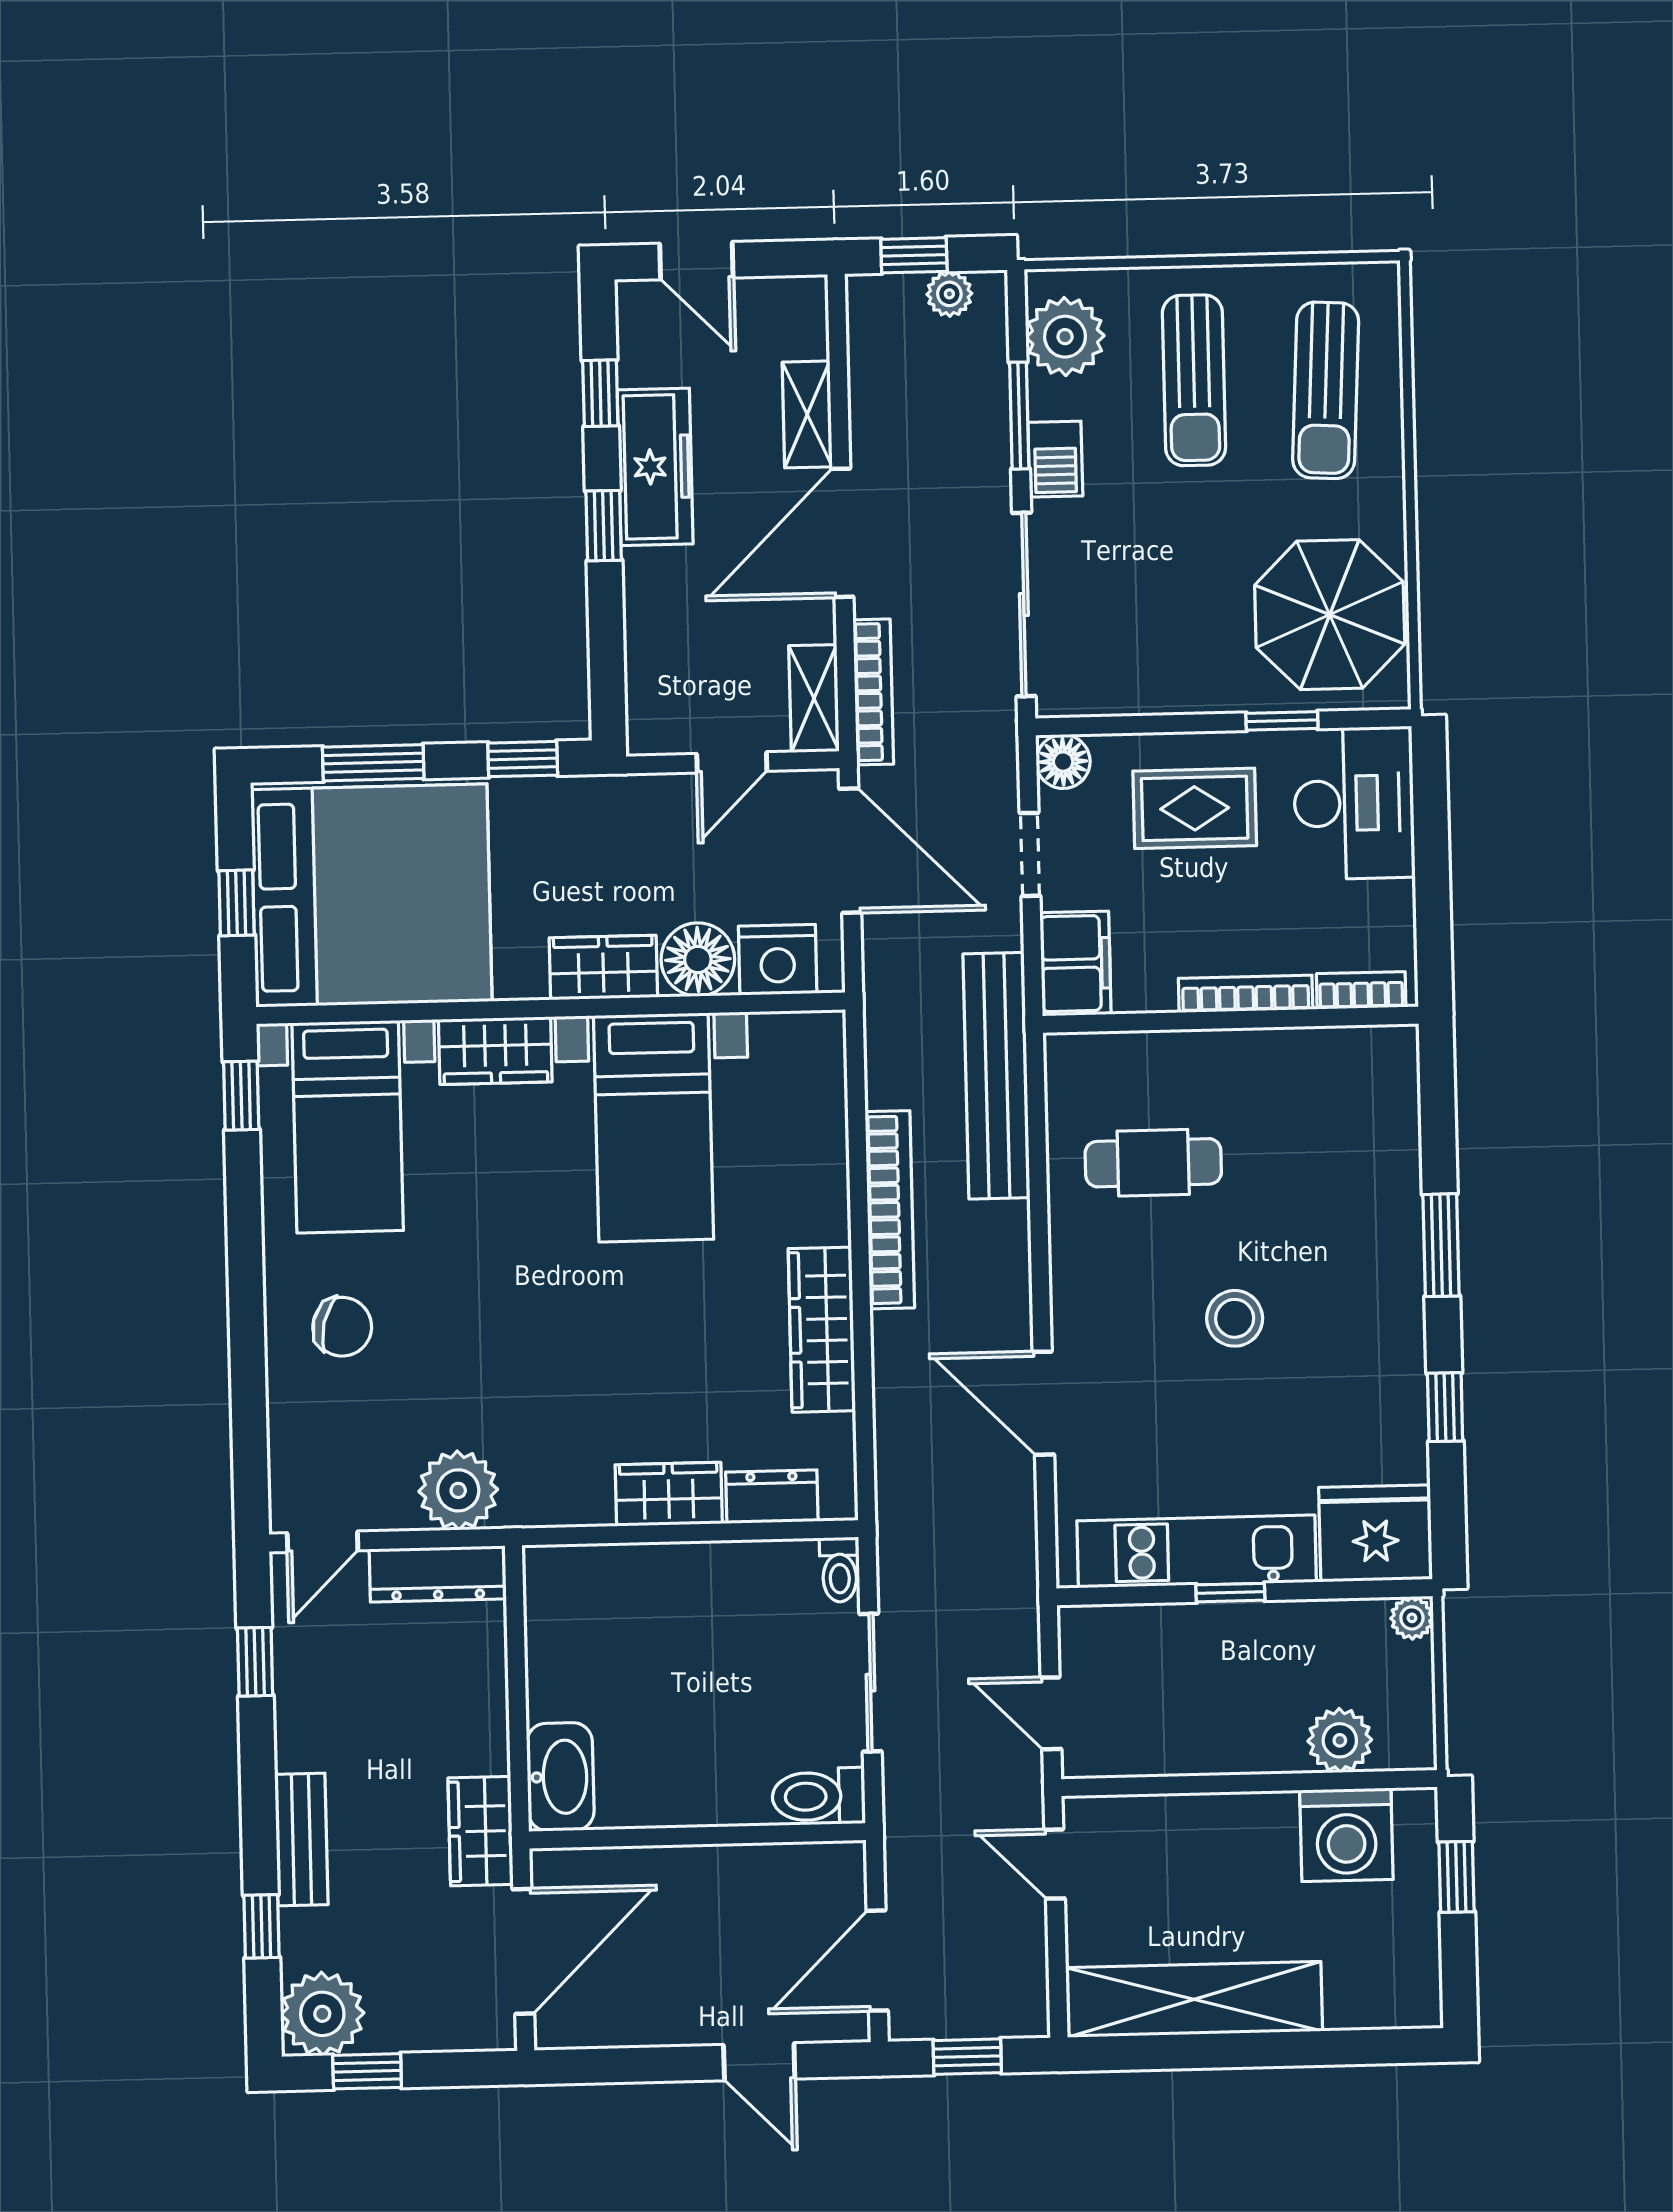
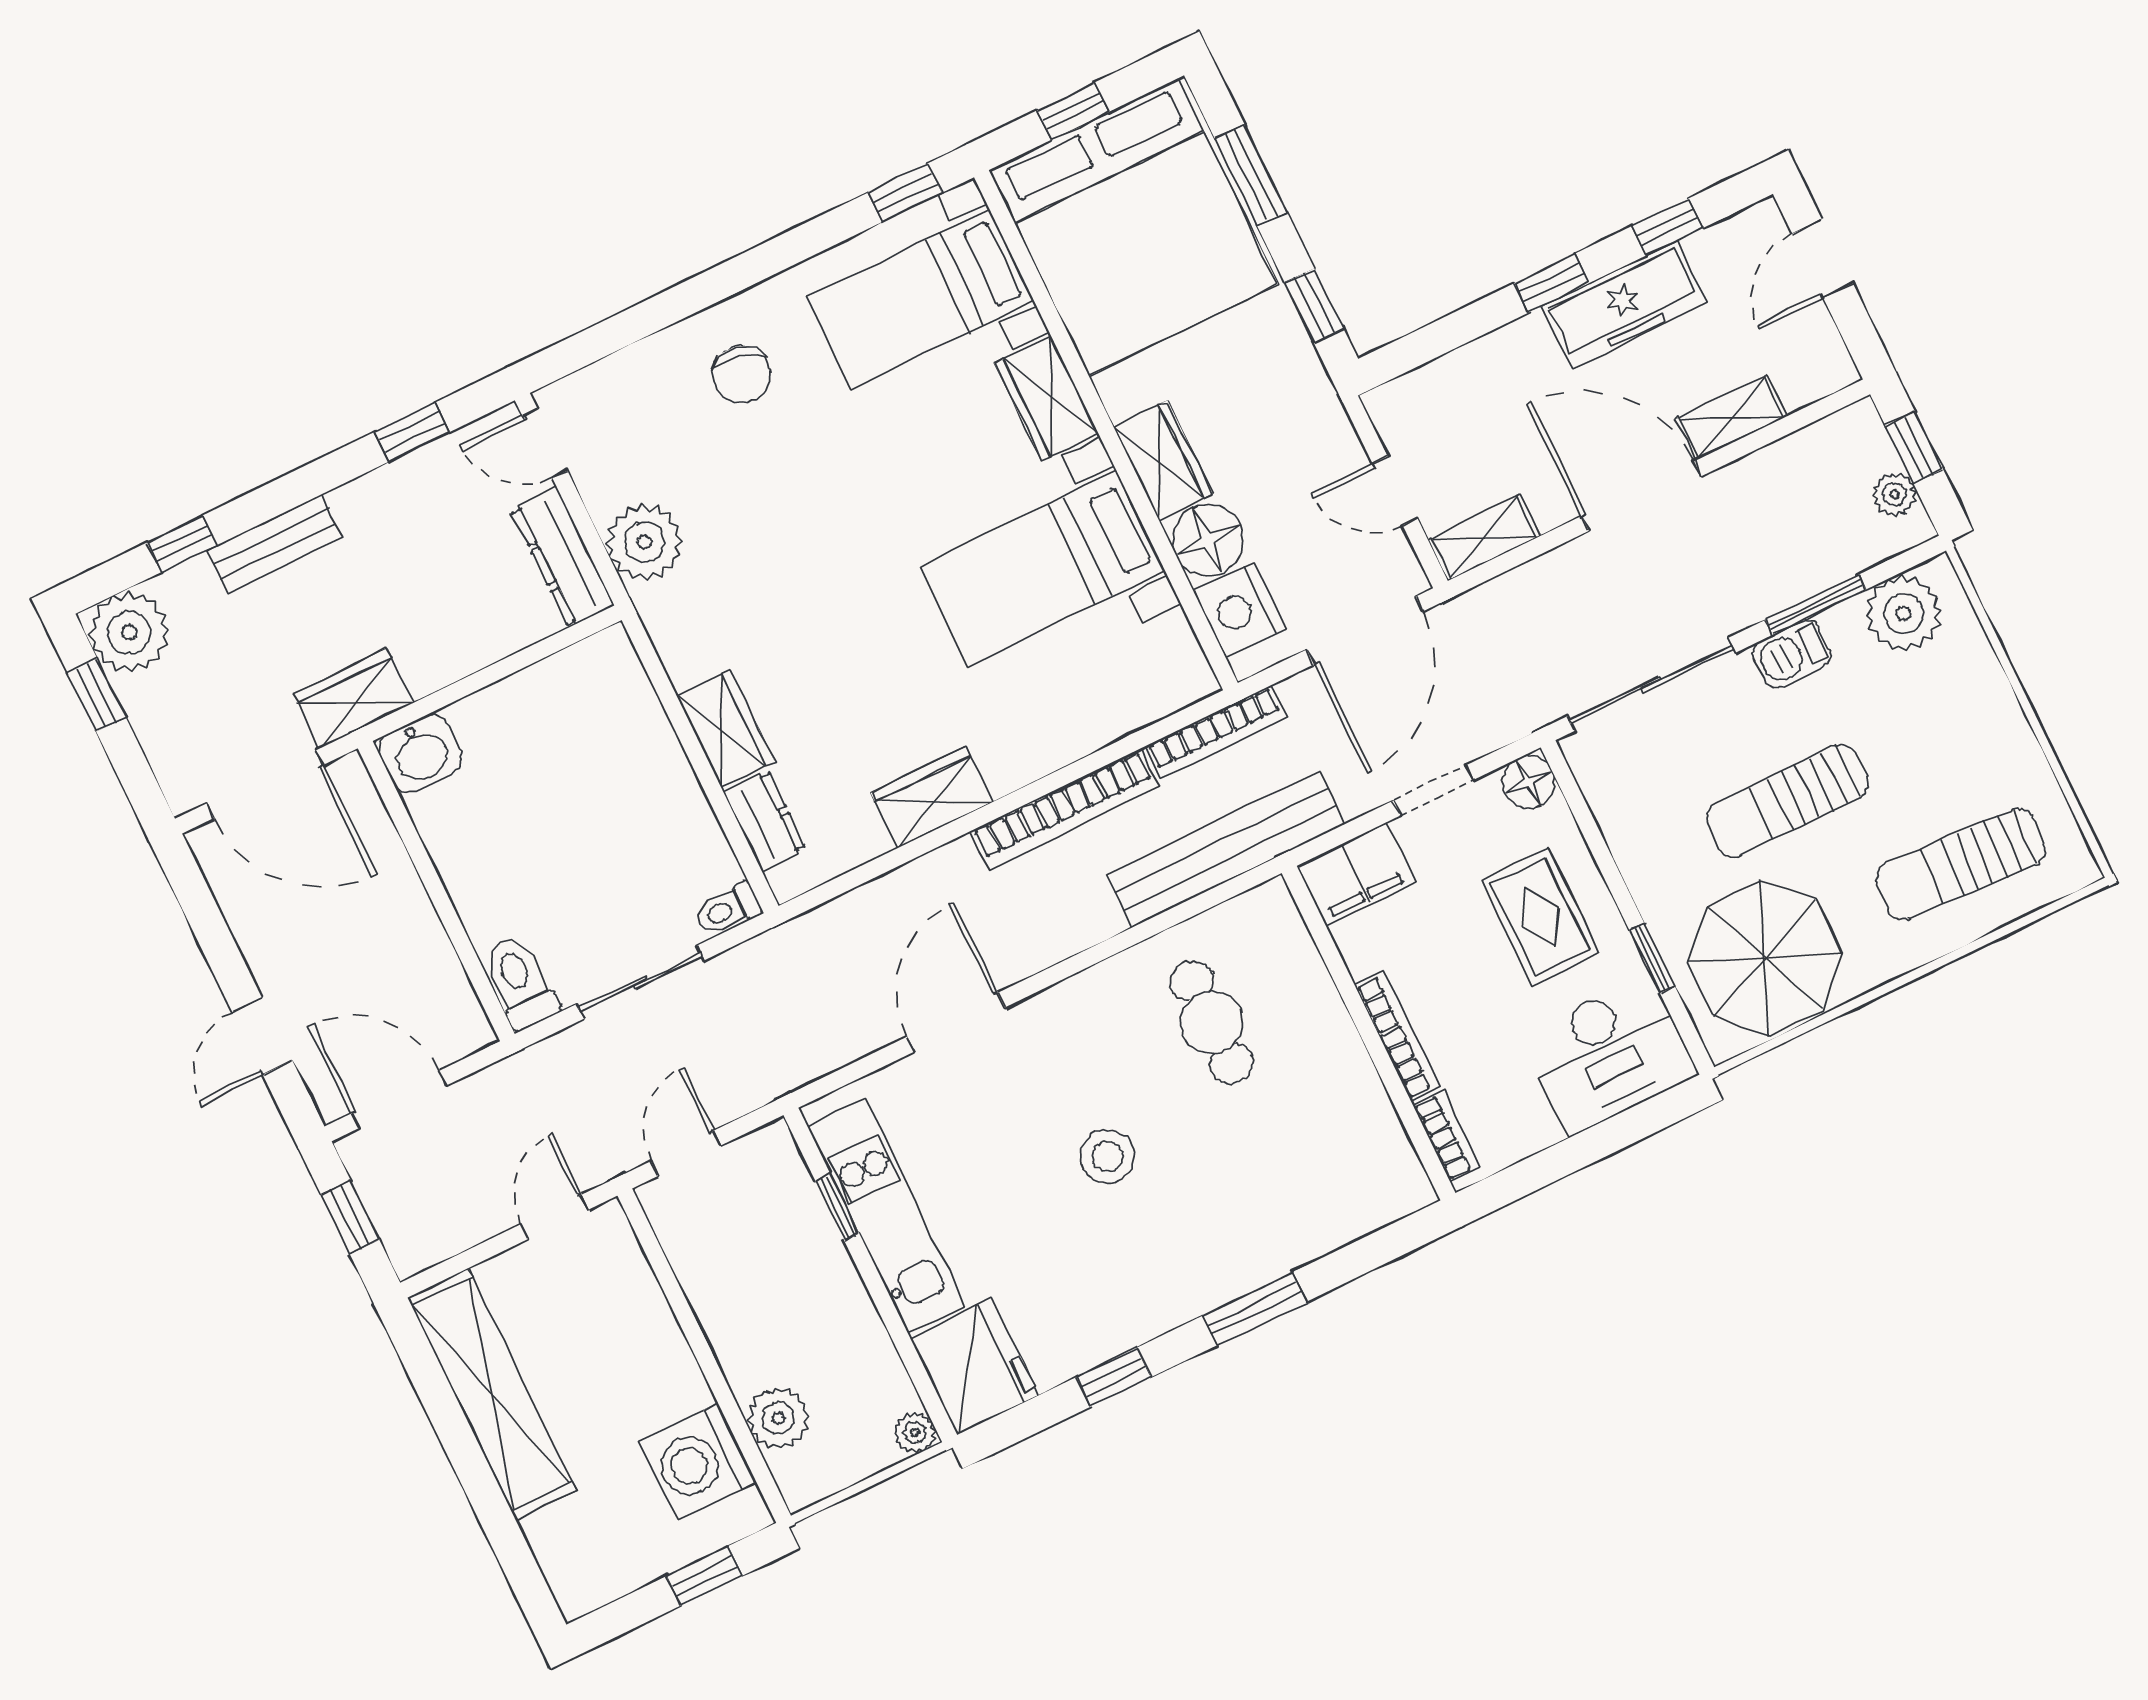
sun lounger: (1194, 380) -> (1787, 801), moved
bookcase: (873, 692) -> (1216, 732), moved
wardrobe: (822, 1330) -> (932, 798), width x0.67
window: (1230, 1593) -> (837, 1207), moved
washbasin: (560, 1777) -> (420, 753), width x0.72

